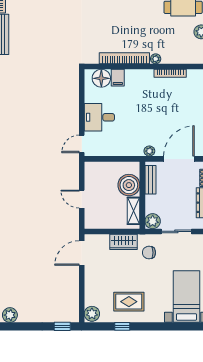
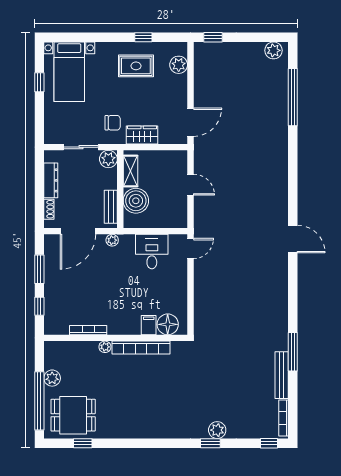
desk: (99, 117) -> (152, 252), moved, turned -90
plant: (92, 314) -> (179, 65), moved

